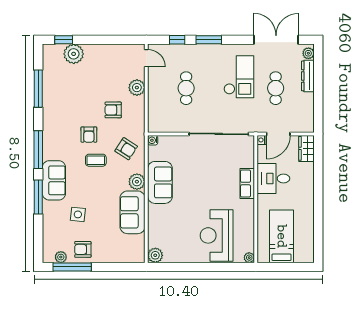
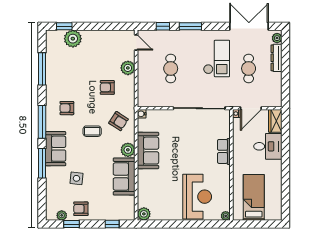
armchair: (89, 135) -> (67, 108), moved, turned 90
desk: (273, 179) -> (268, 146), moved, turned 180
reception desk: (217, 235) -> (197, 197), turned 180
window: (72, 267) -> (72, 224), width x0.46
window: (119, 267) -> (112, 224), added

